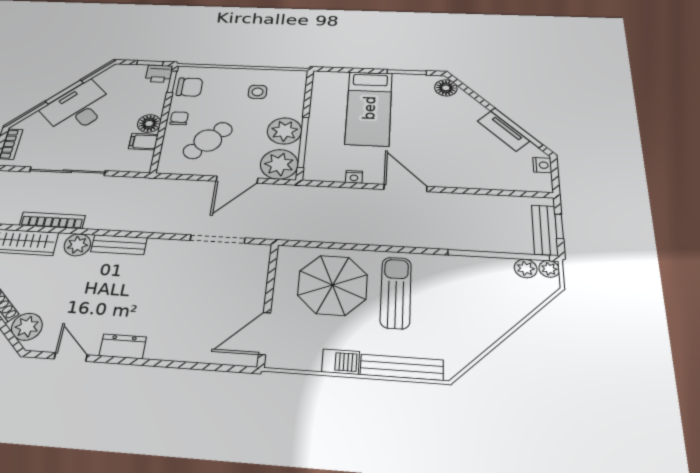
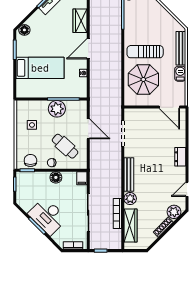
printer: (159, 74) -> (22, 178), removed
filing cabinet: (143, 142) -> (82, 178), moved
plant: (279, 164) -> (78, 109), removed
wardrobe: (466, 177) -> (80, 21), added
bench: (119, 245) -> (129, 174), width x1.36
dresser: (123, 346) -> (180, 157), moved

